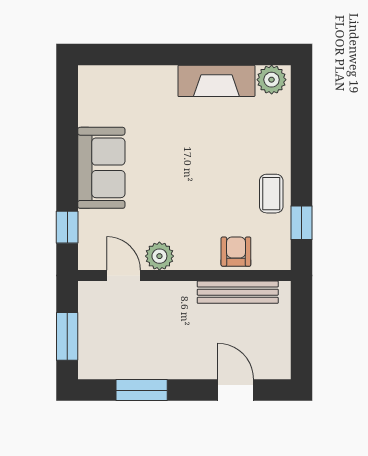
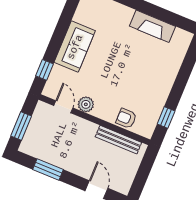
plant: (272, 80) -> (181, 37), removed
coffee table: (271, 194) -> (157, 96), removed
armchair: (236, 252) -> (126, 118), turned -90

